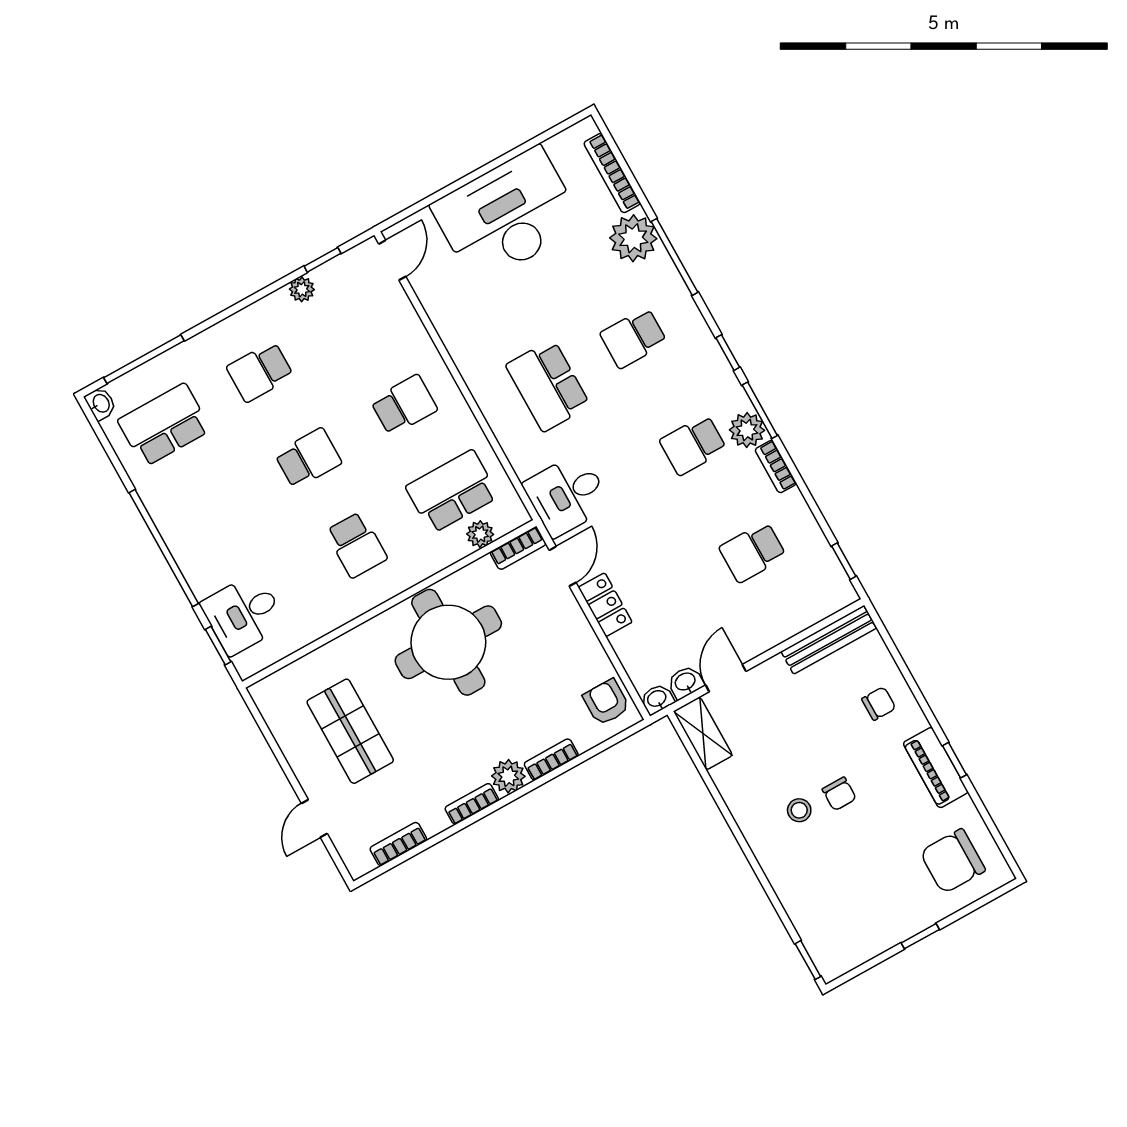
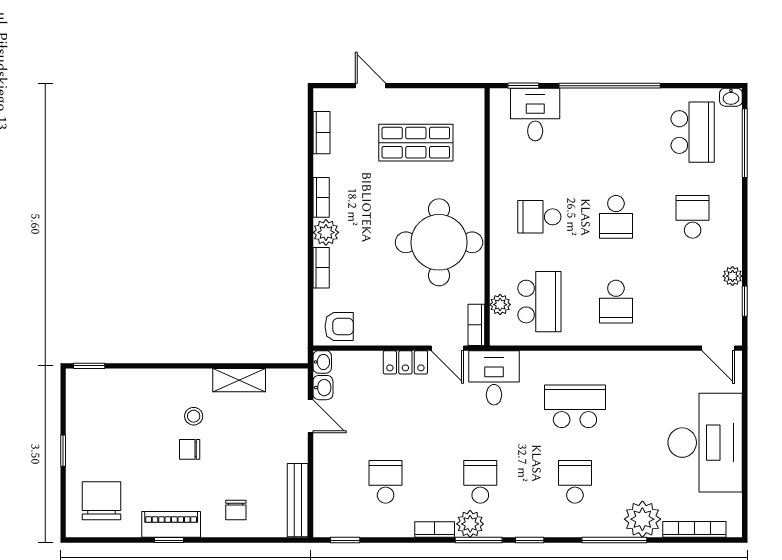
shelving: (703, 733) -> (239, 380), moved

